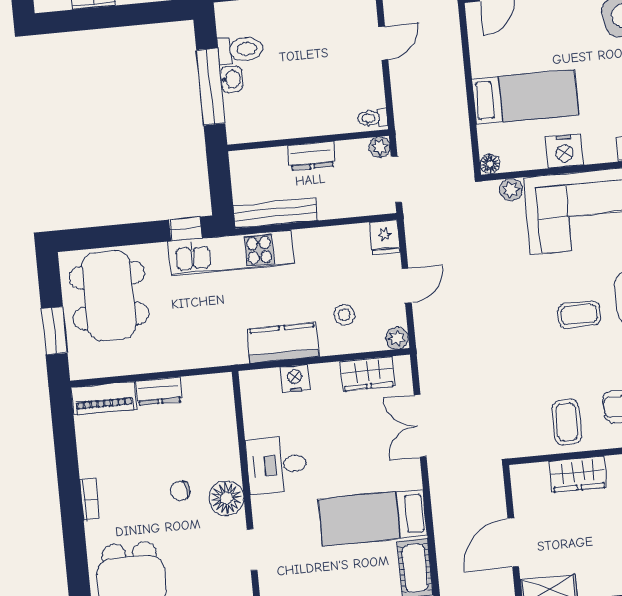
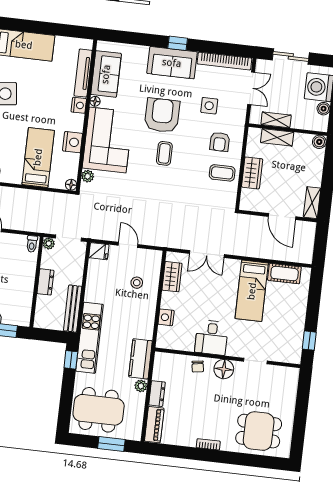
plant: (397, 338) -> (141, 386), moved
kitchen counter: (283, 343) -> (140, 359), moved
chair: (180, 491) -> (198, 366), moved

